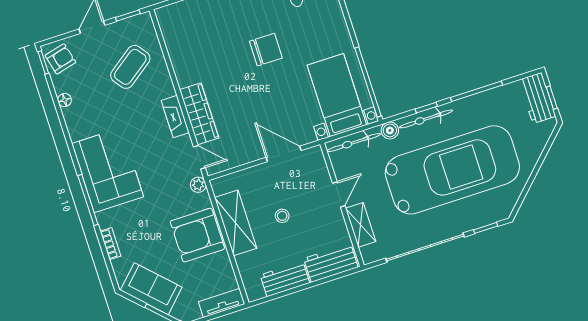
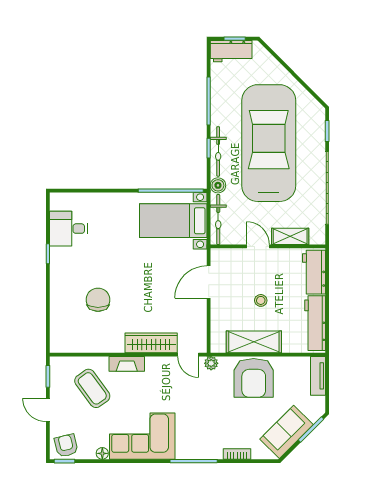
chair: (266, 50) -> (98, 300), moved
fireplace: (175, 116) -> (127, 364), moved
door: (199, 157) -> (188, 355), swing flipped
corner sofa: (108, 170) -> (142, 436), moved
workbench: (285, 279) -> (315, 323), width x1.38

